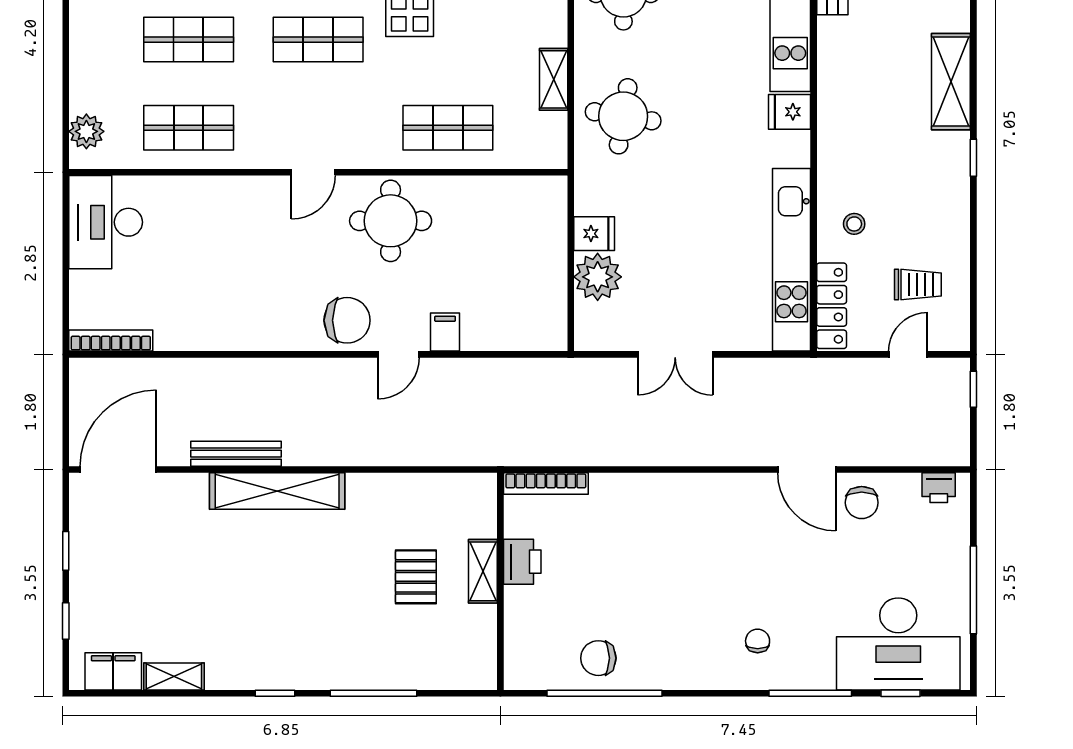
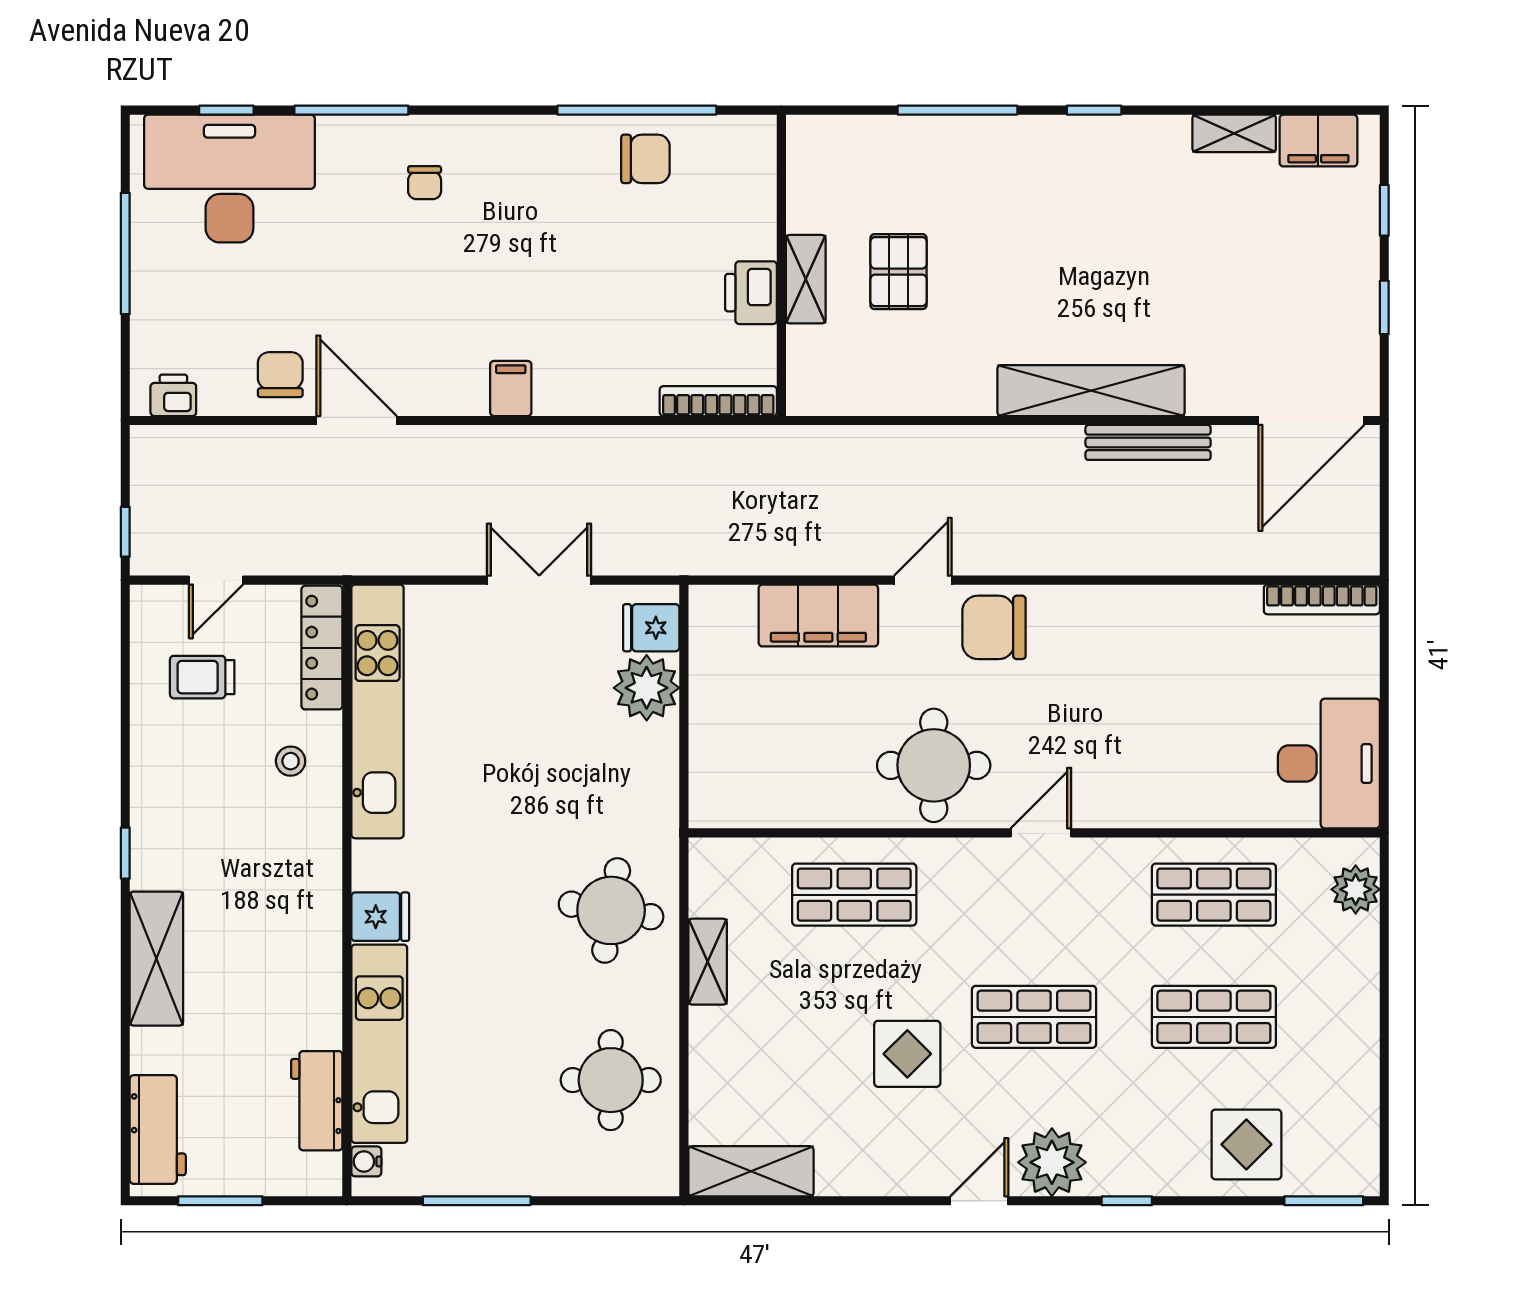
fridge: (594, 234) -> (651, 628), moved
filing cabinet: (445, 332) -> (818, 616), width x3.00, depth x1.17
filing cabinet: (695, 493) -> (511, 388), added

